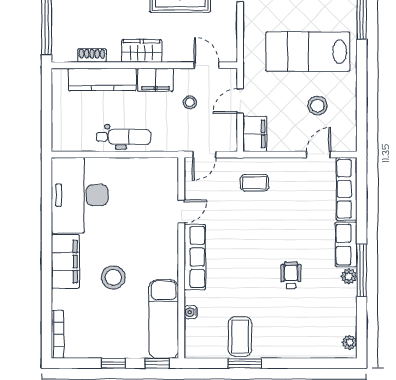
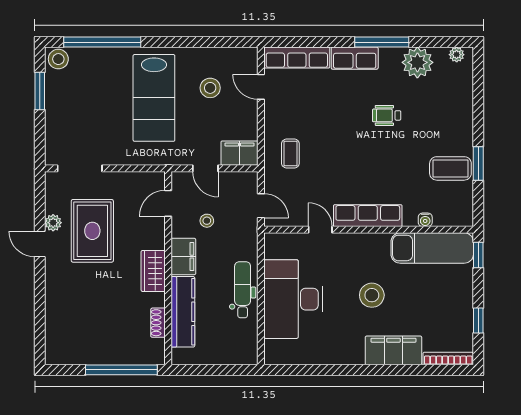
desk: (80, 195) -> (293, 299), moved, turned 90
filing cabinet: (65, 261) -> (393, 350), moved
plant: (349, 276) -> (417, 62), moved, width x1.88, depth x1.88
stool: (113, 277) -> (372, 295), moved
window: (113, 363) -> (478, 320), moved

